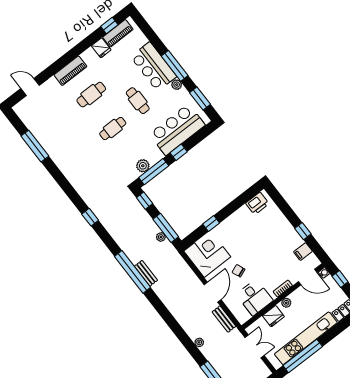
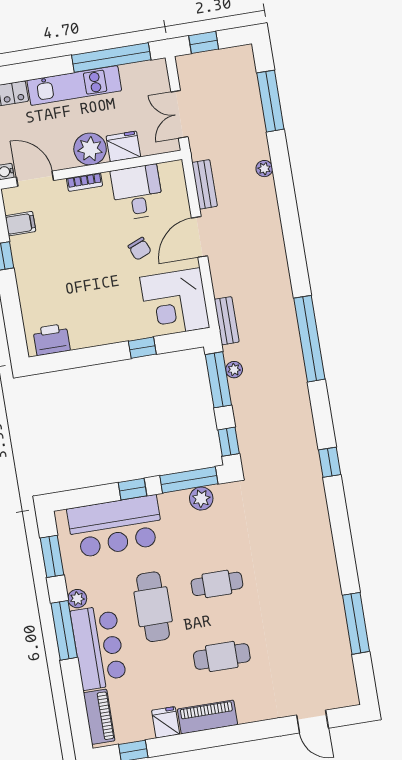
piano: (118, 33) -> (99, 717), moved, turned 90
piano: (70, 71) -> (207, 717), moved
cafe table: (138, 101) -> (153, 607), width x1.37, depth x1.35
bench: (146, 273) -> (227, 321), moved
plant: (286, 303) -> (90, 149), width x1.88, depth x1.88
kitchen unit: (306, 338) -> (74, 86), width x0.73

